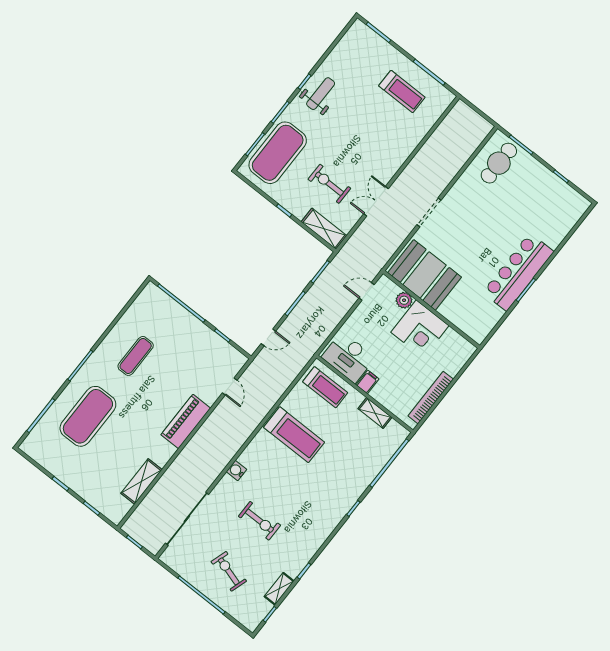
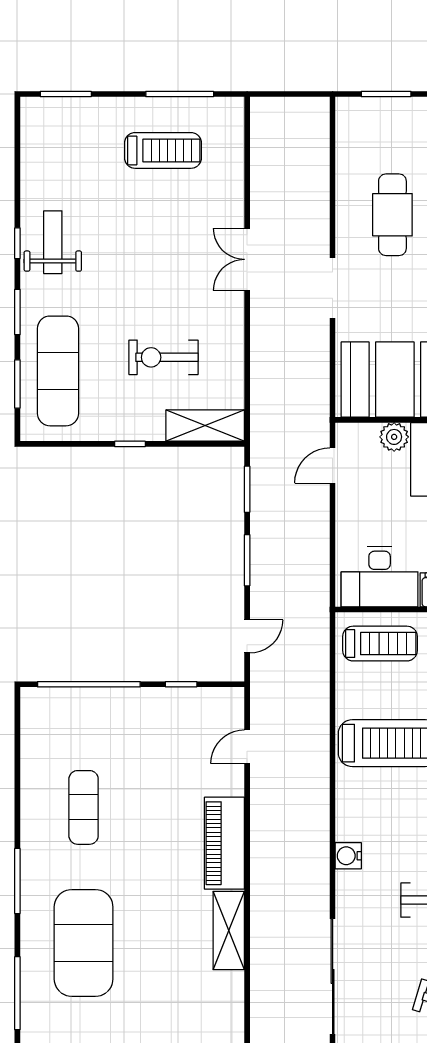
exercise mat: (278, 153) -> (58, 371), width x0.68
cafe table: (499, 163) -> (392, 215), moved
double door: (376, 201) -> (247, 259), moved
door: (230, 386) -> (247, 747), swing flipped
shelving: (141, 481) -> (229, 931), moved

